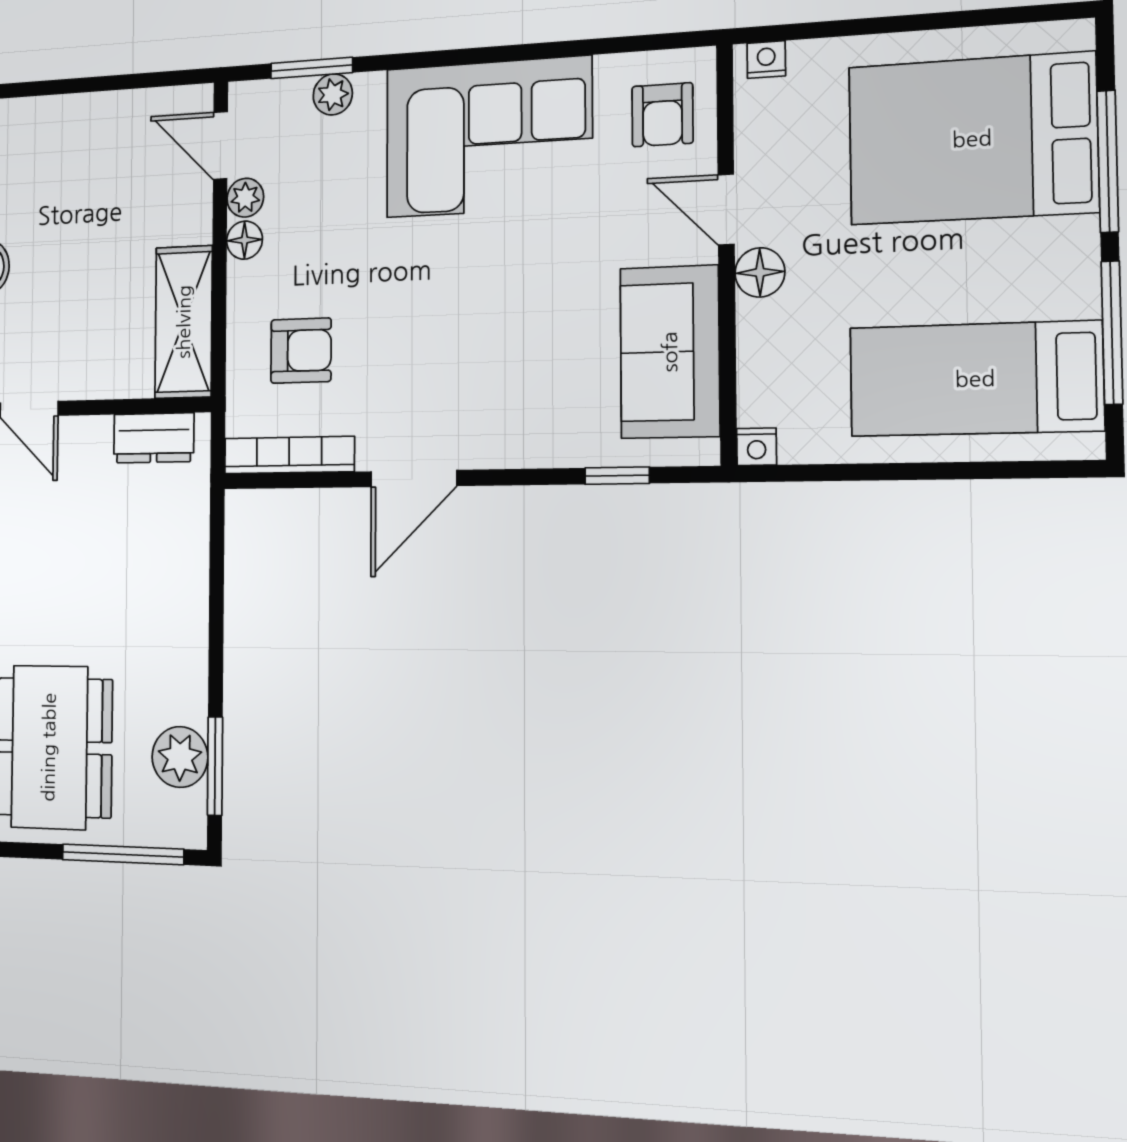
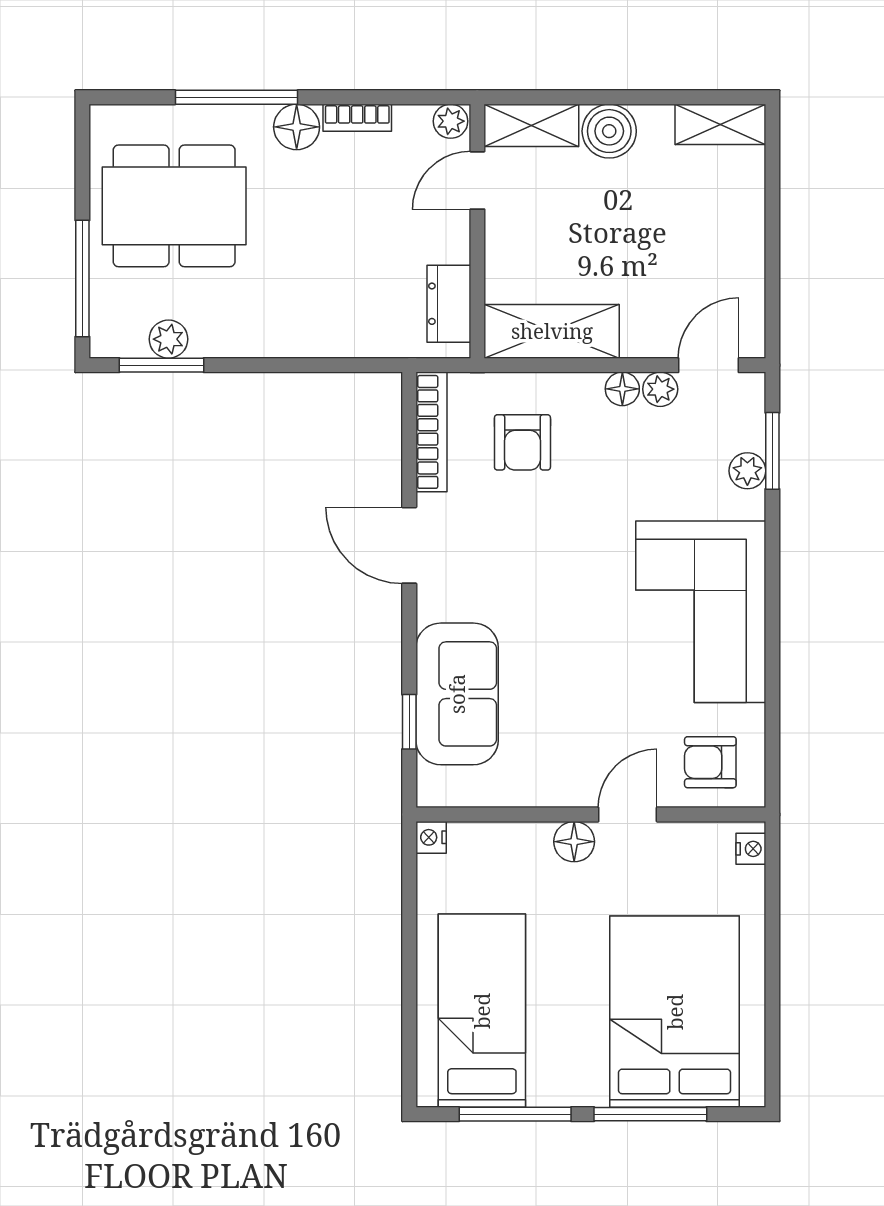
sofa: (670, 352) -> (457, 694), moved, turned 90
plant: (180, 757) -> (169, 339), width x0.73, depth x0.73

